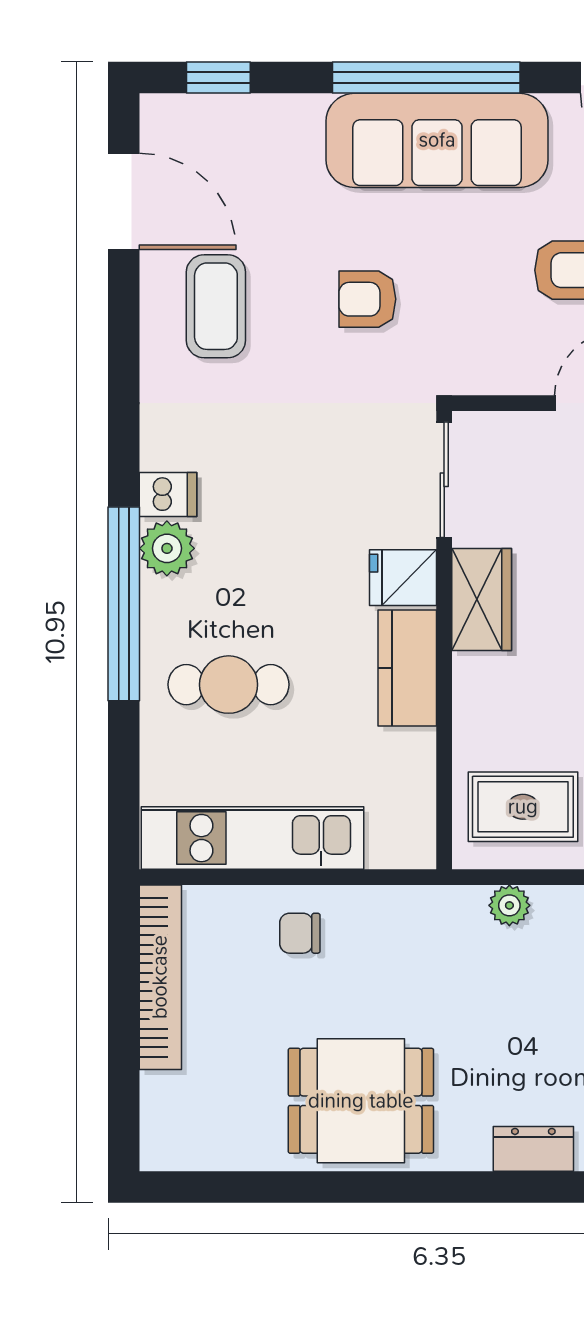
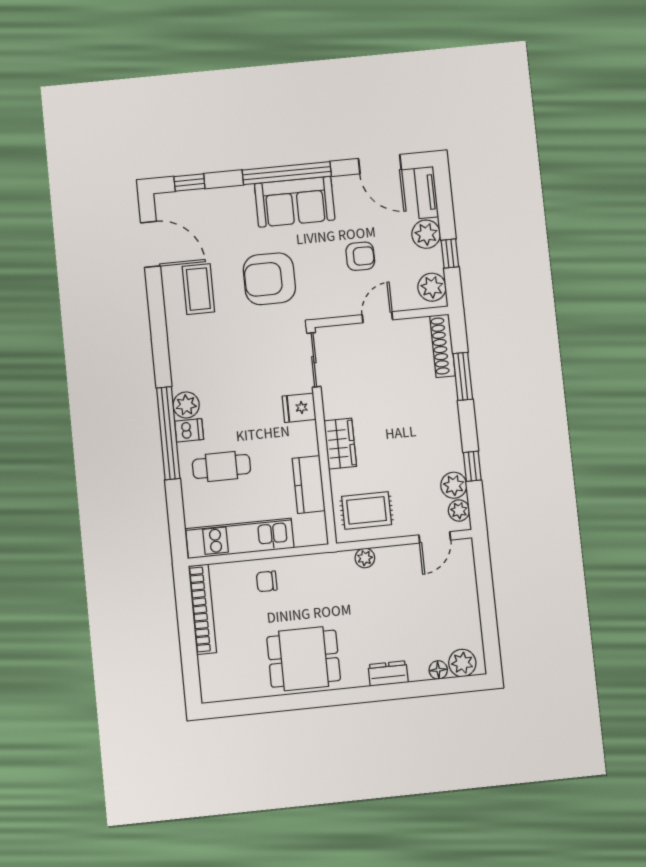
sofa: (437, 140) -> (295, 202), width x0.73
armchair: (367, 299) -> (269, 279), width x1.88, depth x1.88
dishwasher: (168, 495) -> (189, 430), moved
wardrobe: (482, 600) -> (340, 444), moved
kitchen counter: (407, 668) -> (309, 485), moved

